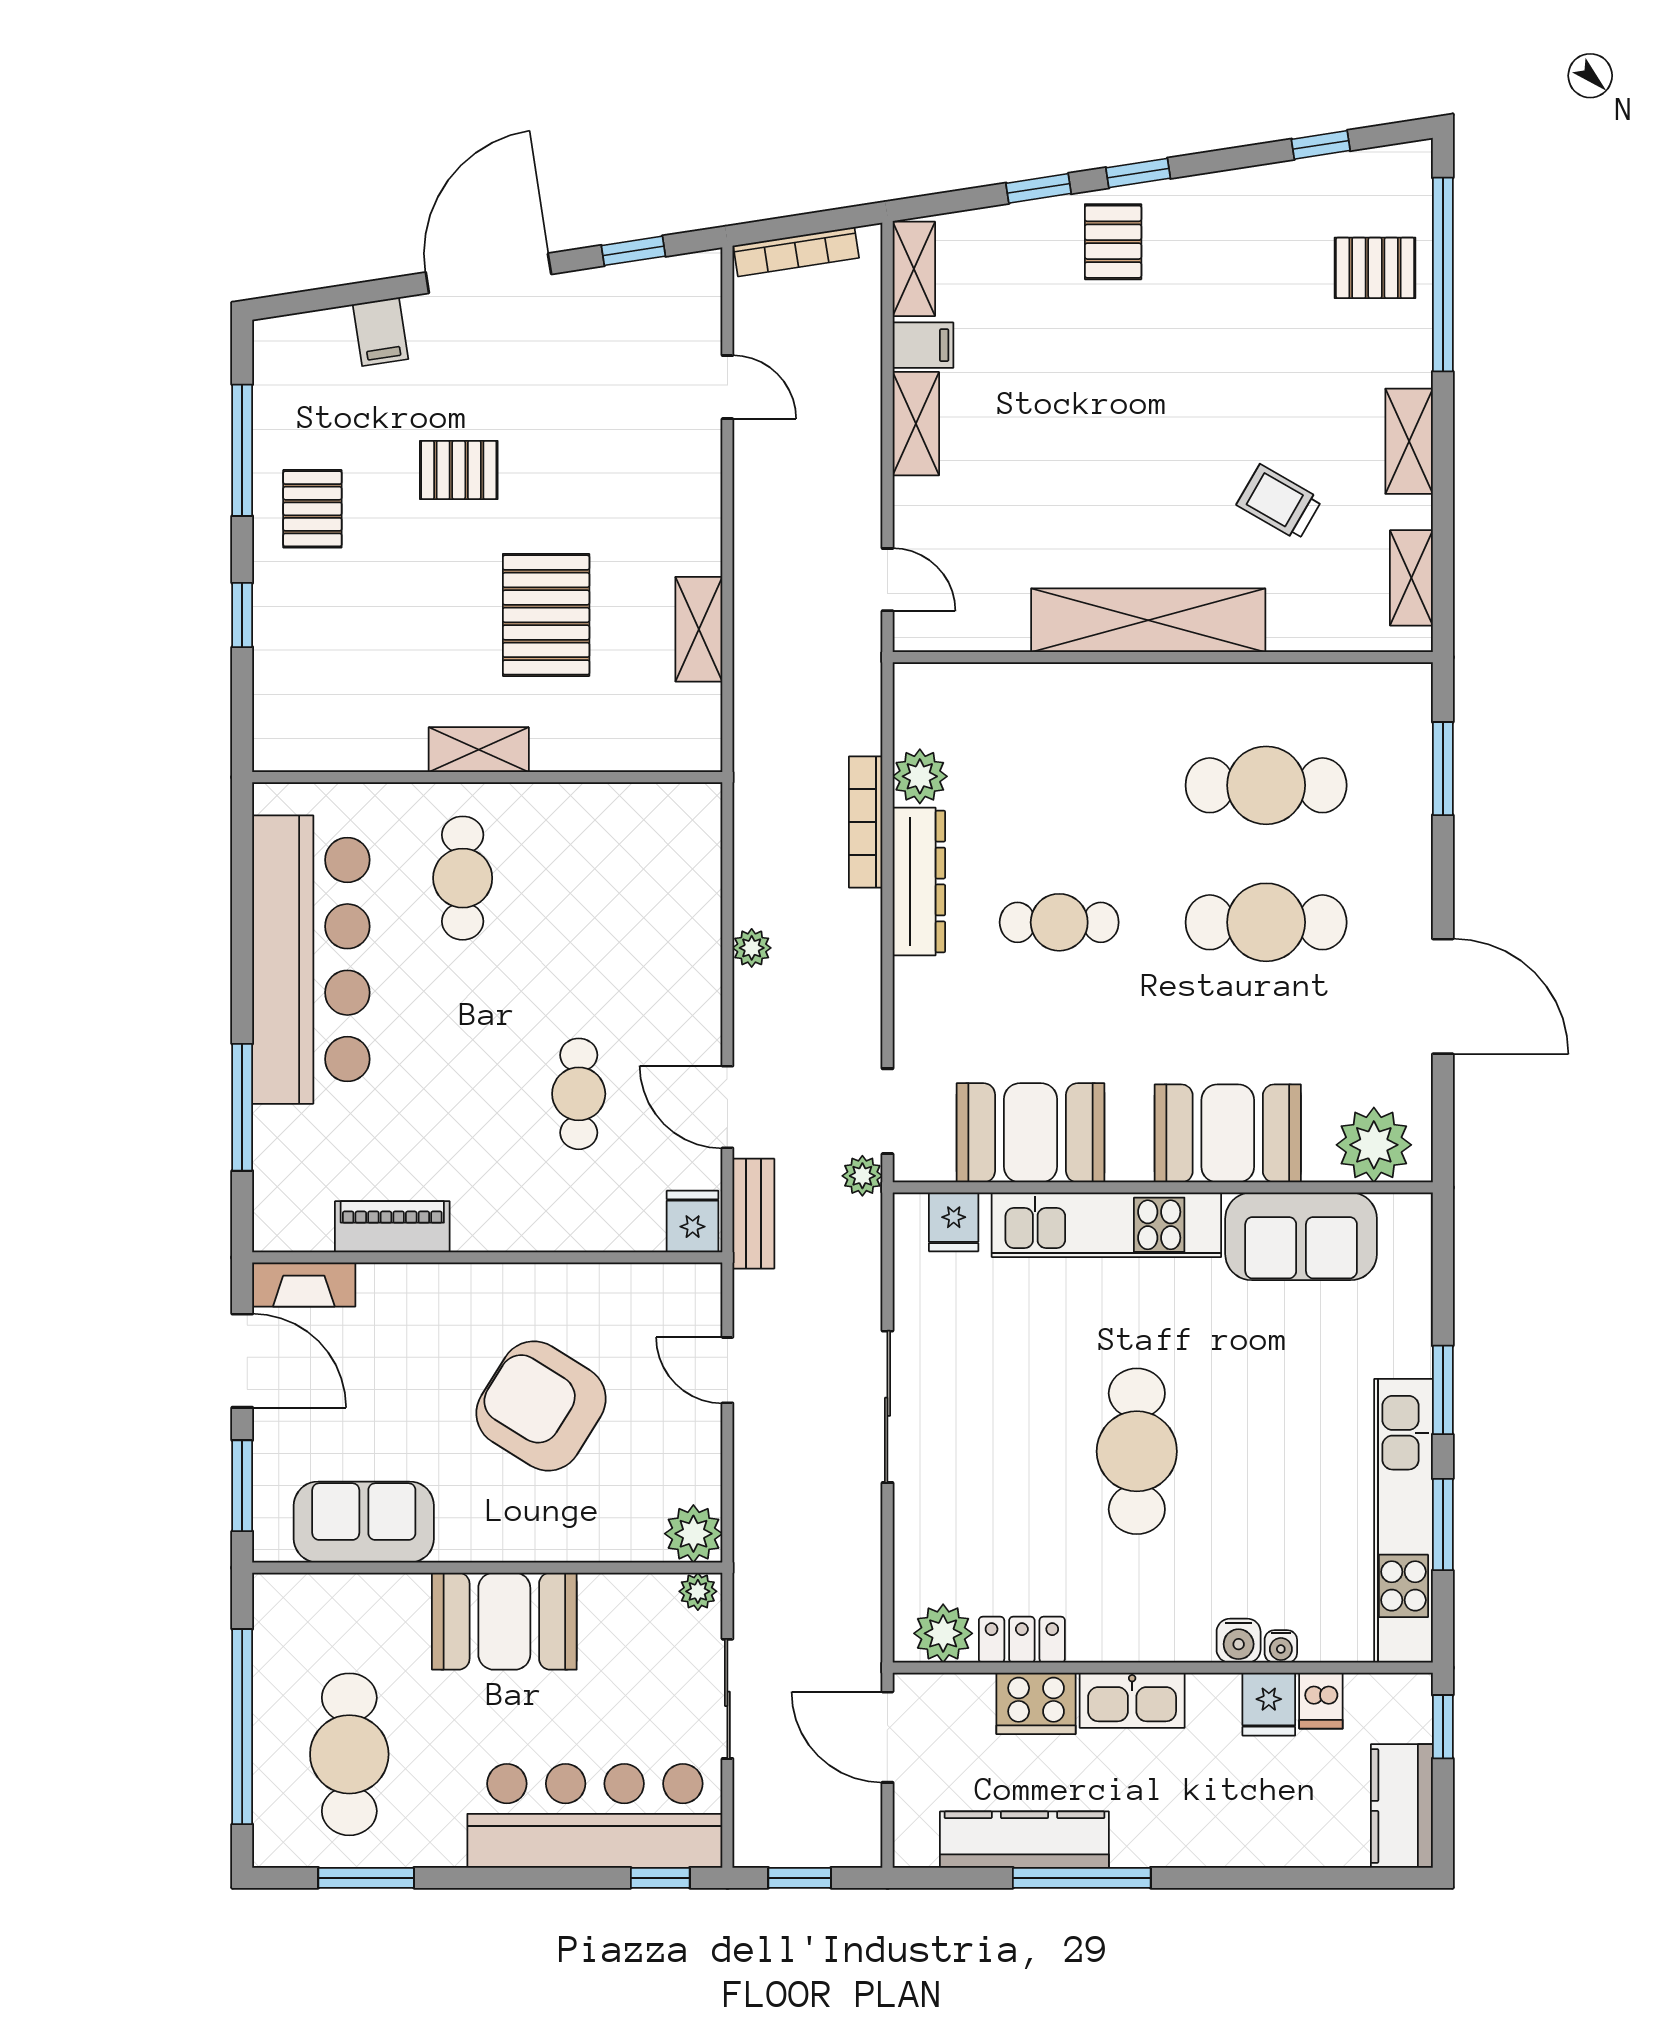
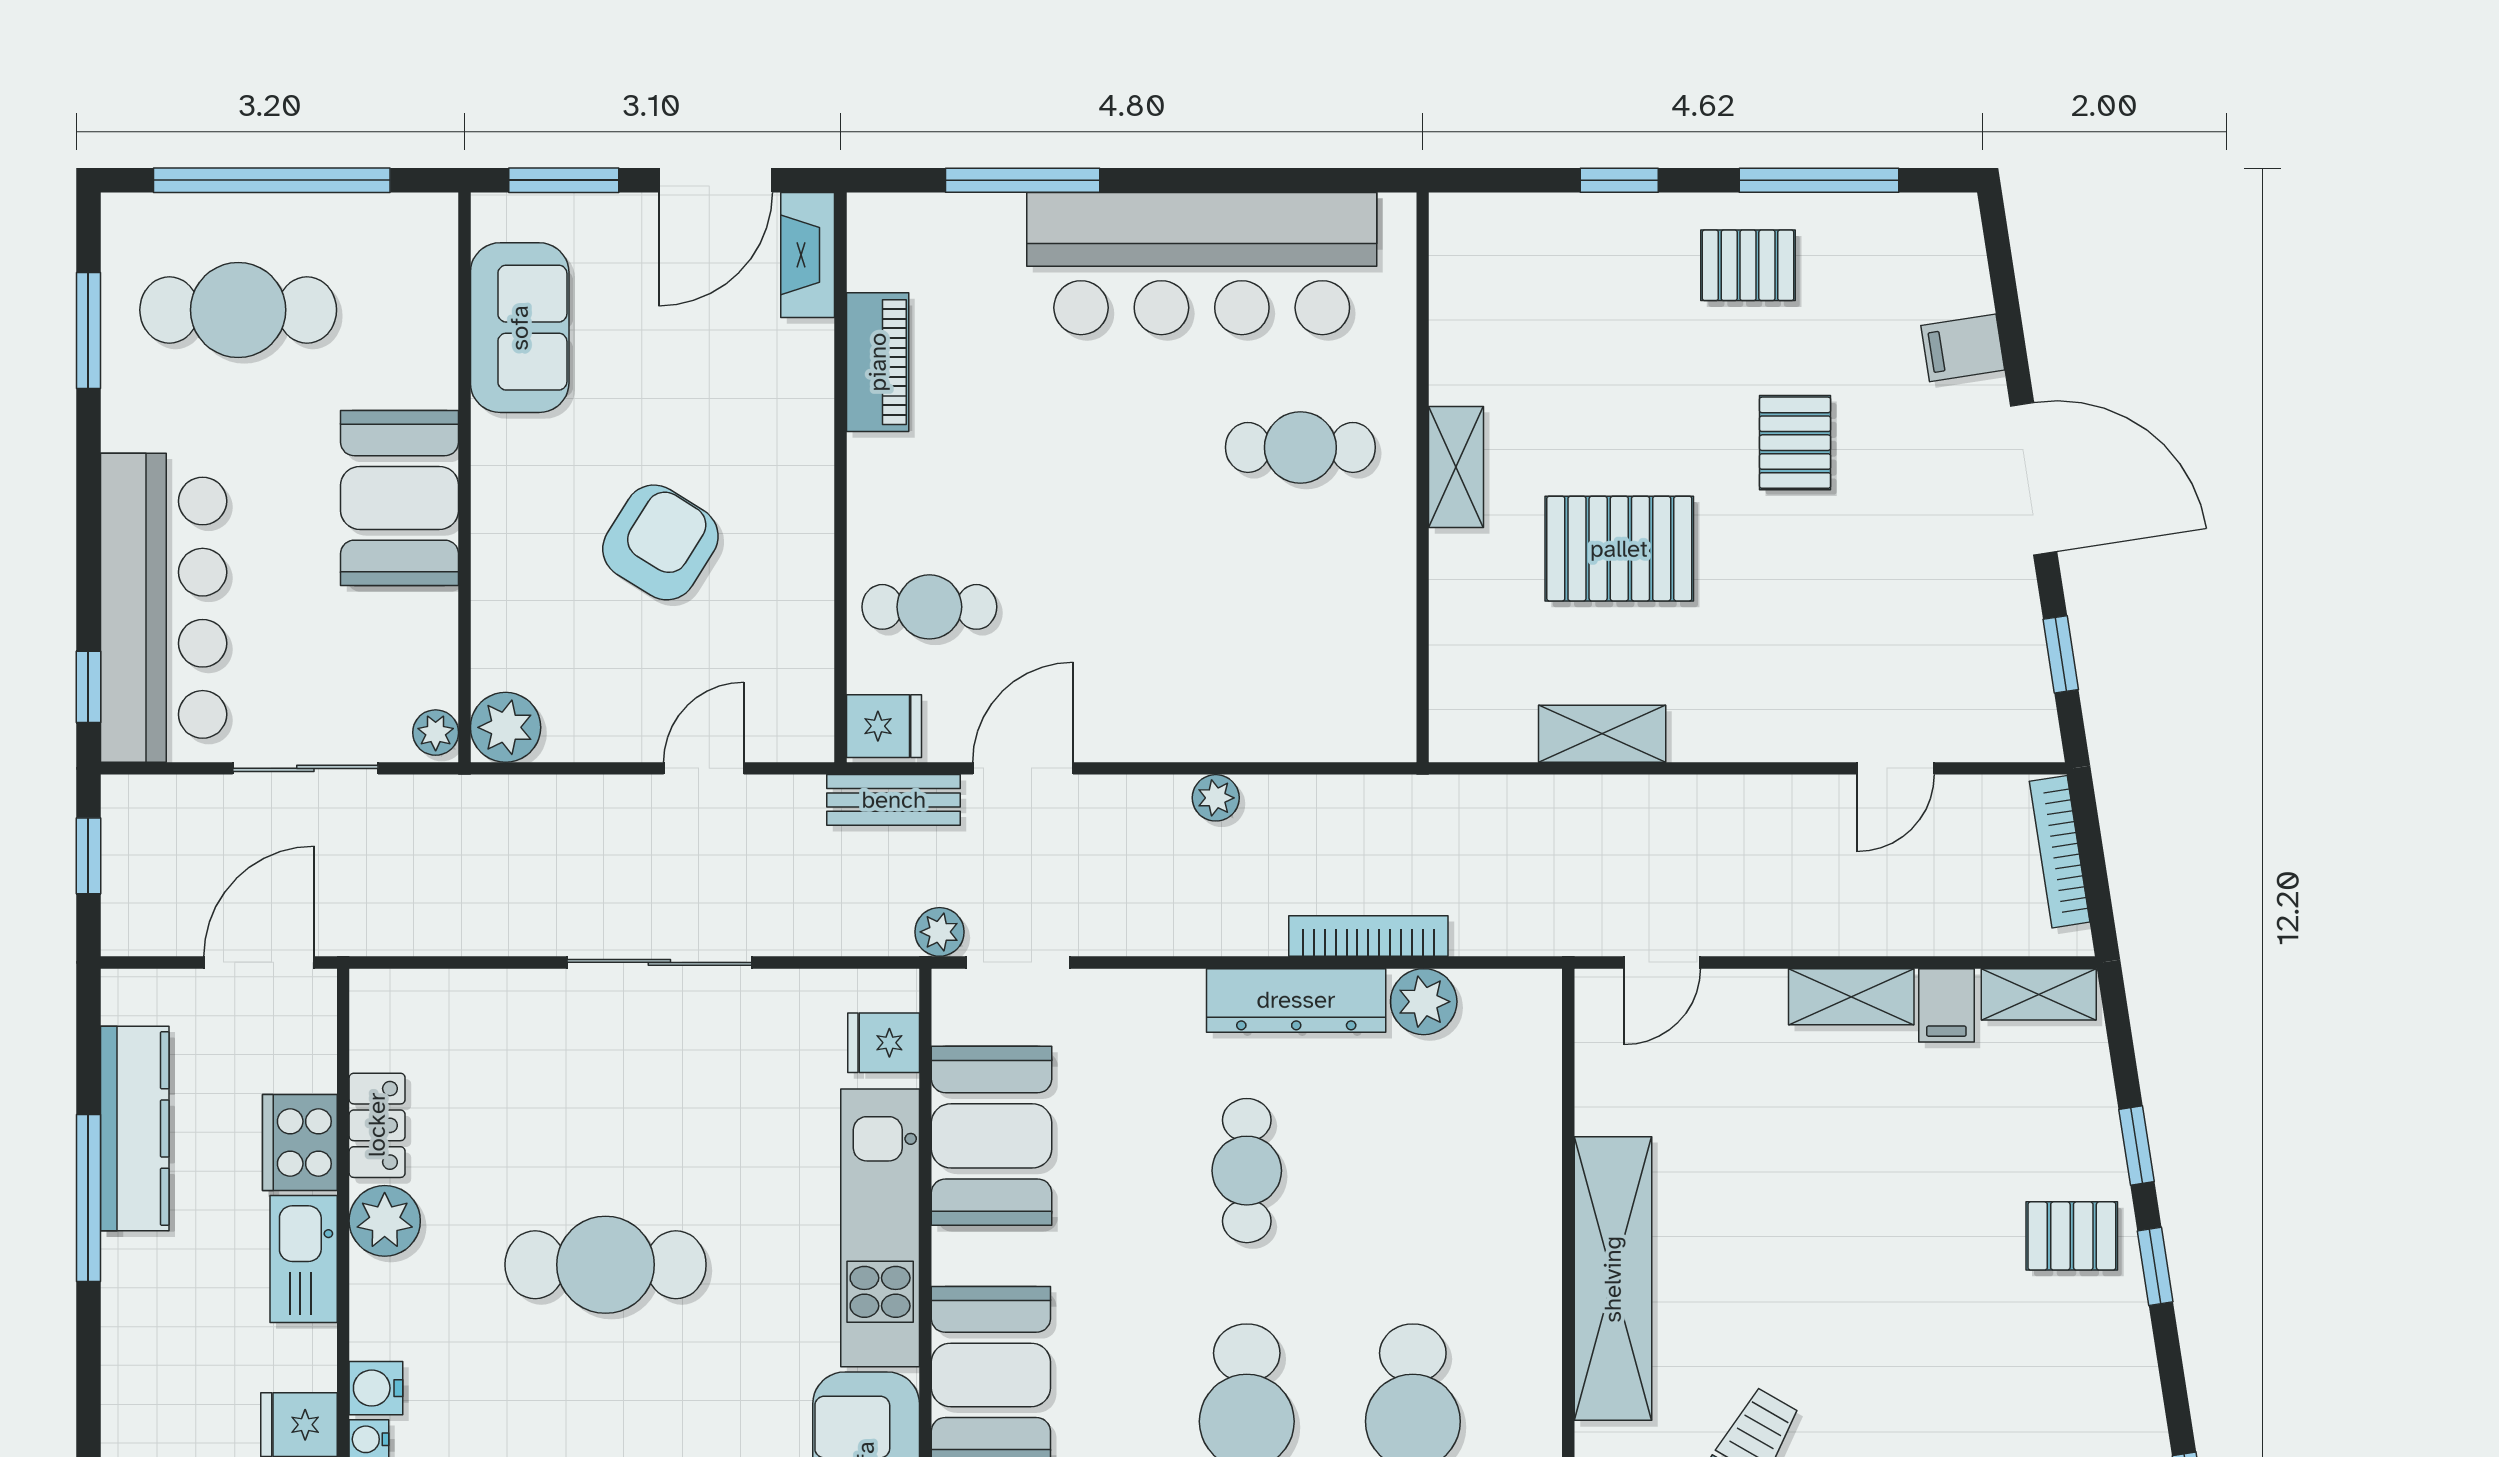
cafe table: (579, 1094) -> (929, 607), moved
armchair: (541, 1406) -> (660, 542), width x0.73, depth x0.73
plant: (943, 1633) -> (385, 1221), moved

